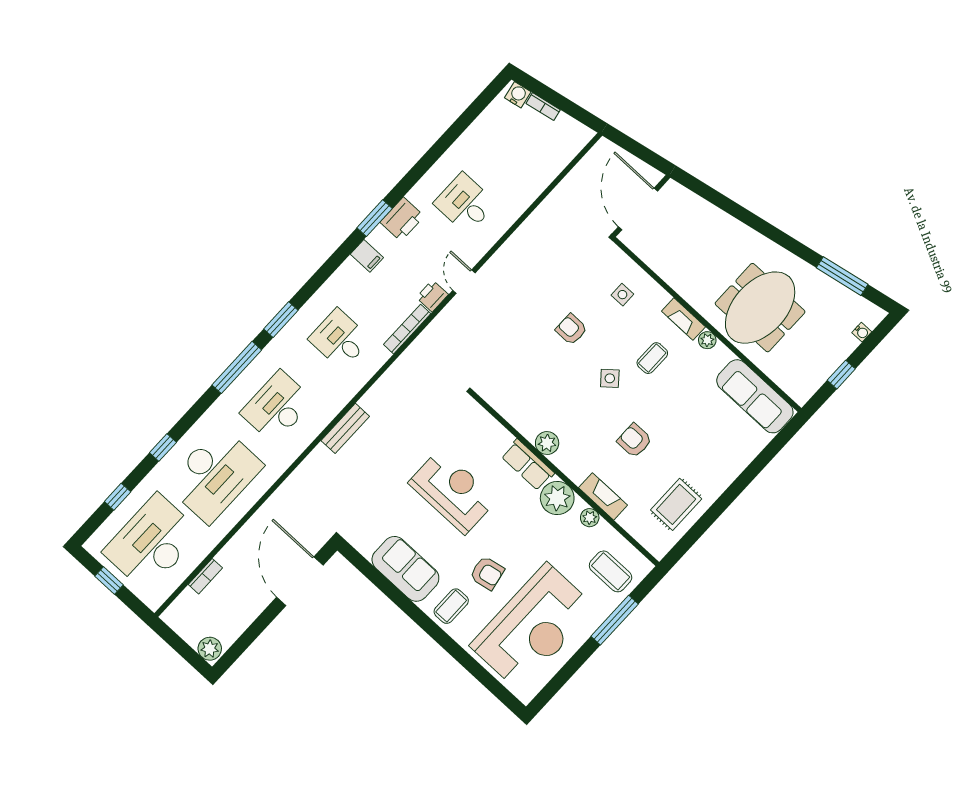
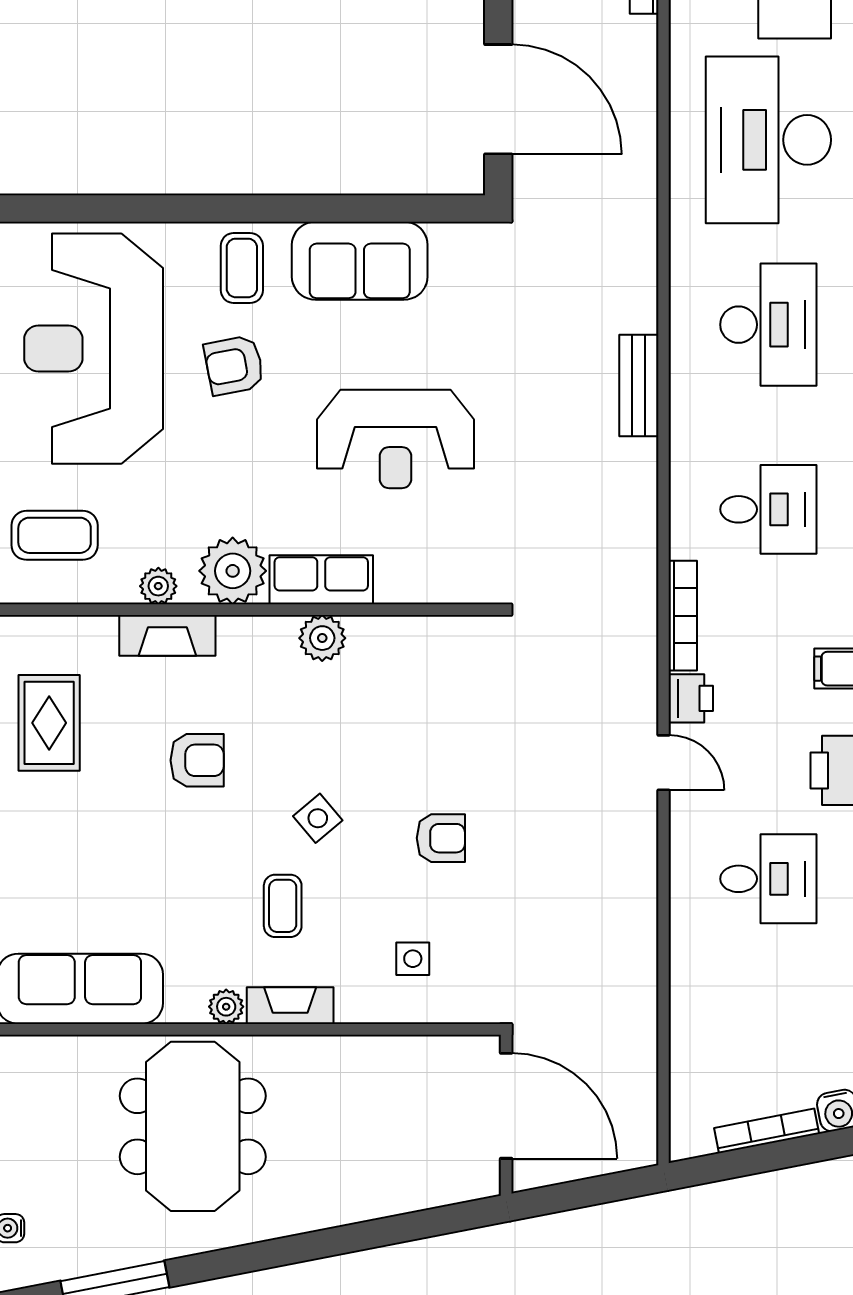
bookcase: (543, 107) -> (767, 1131), width x1.56

